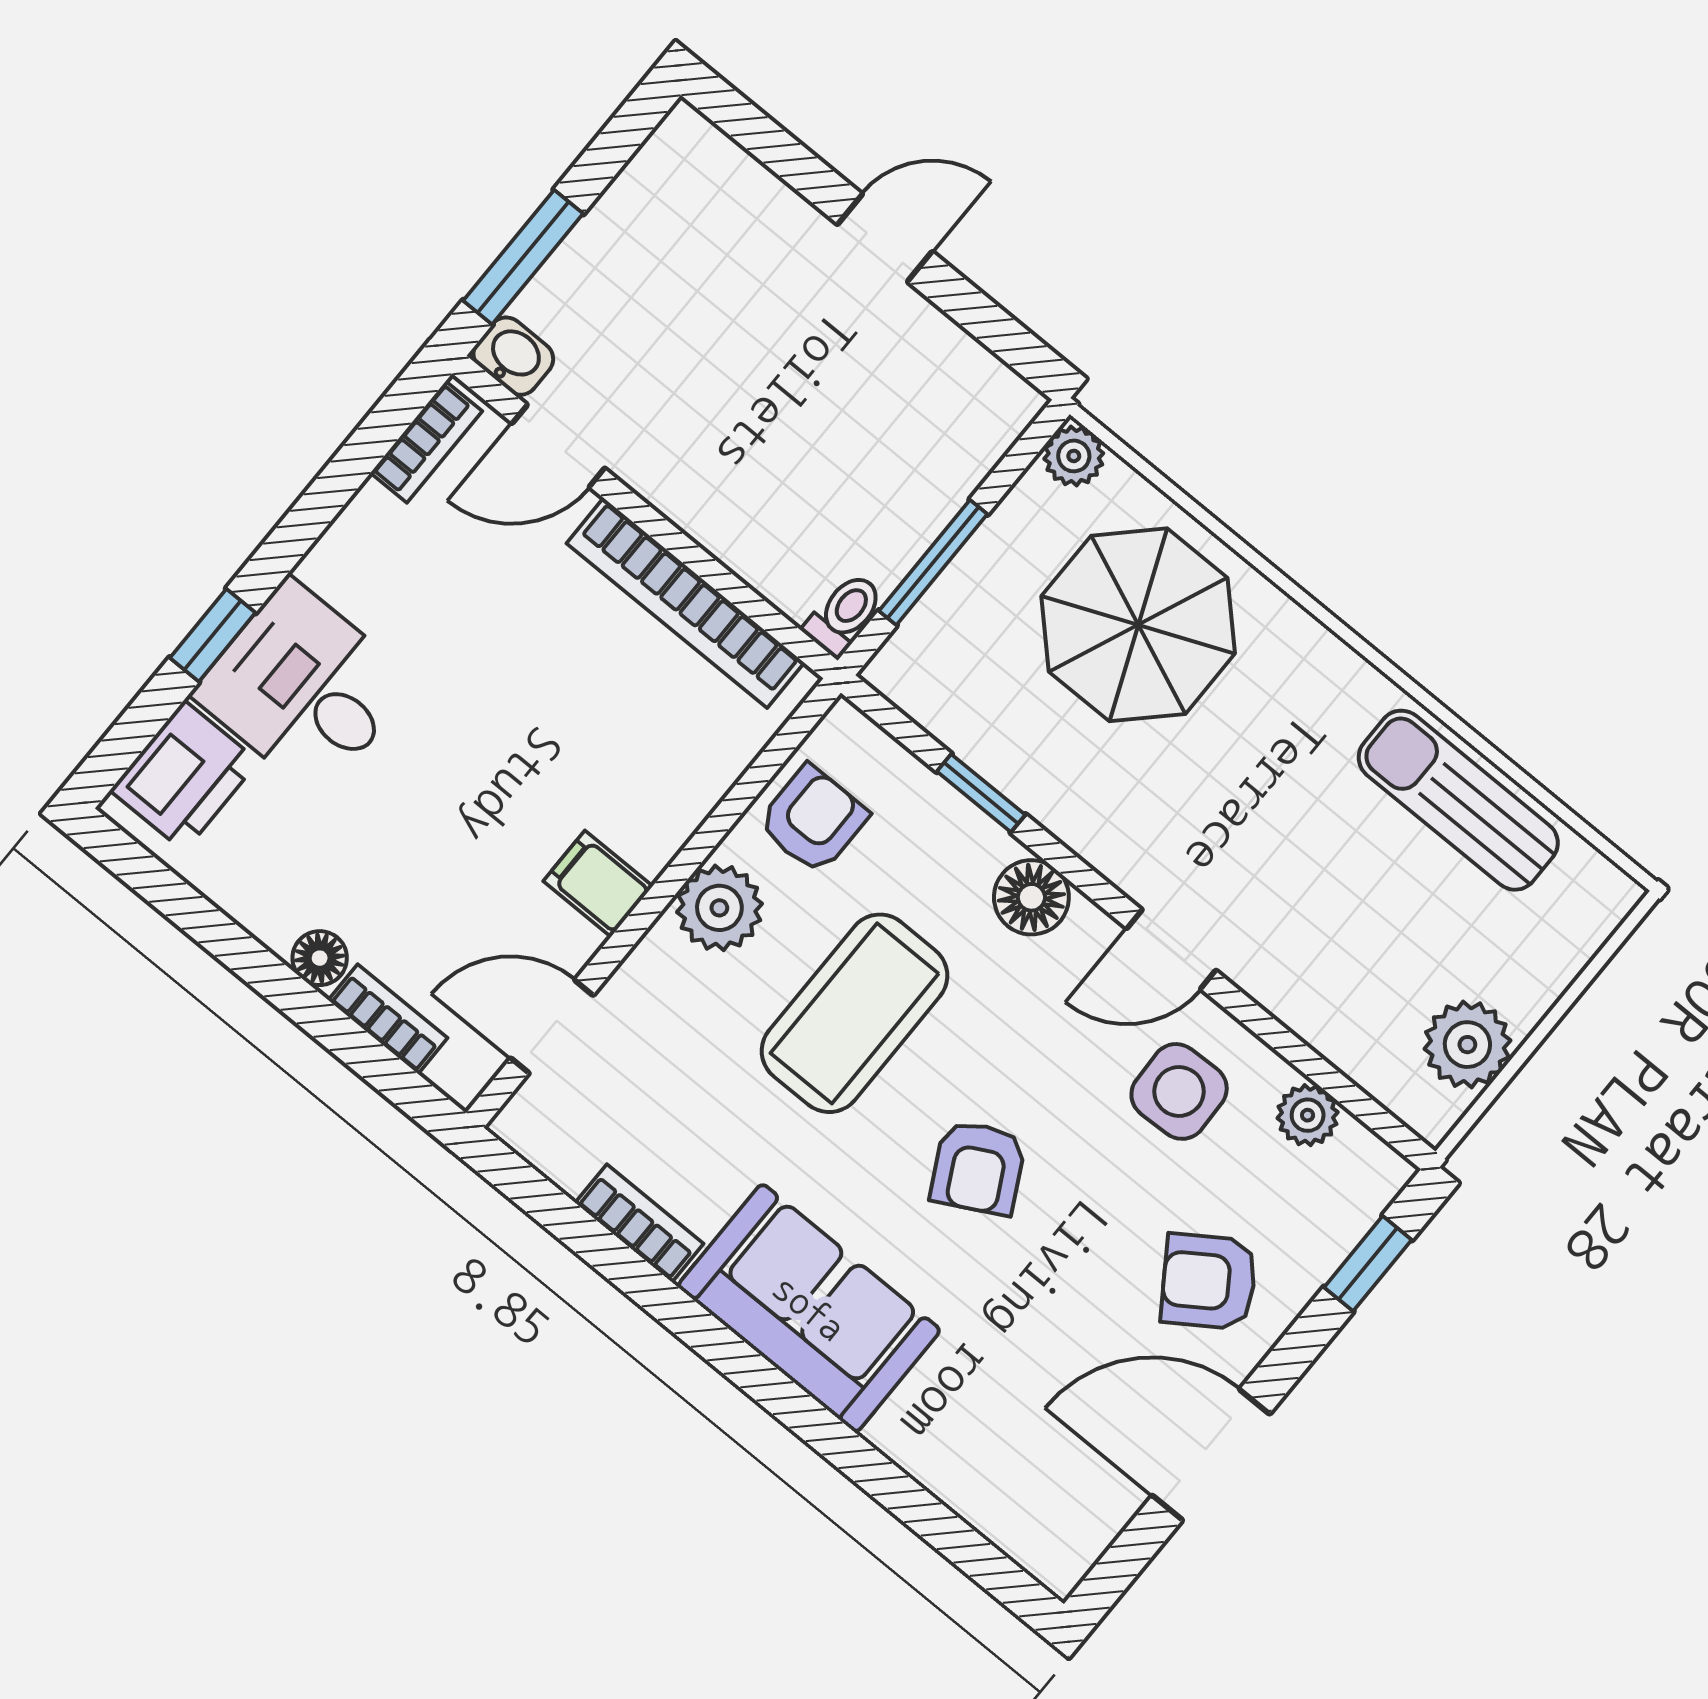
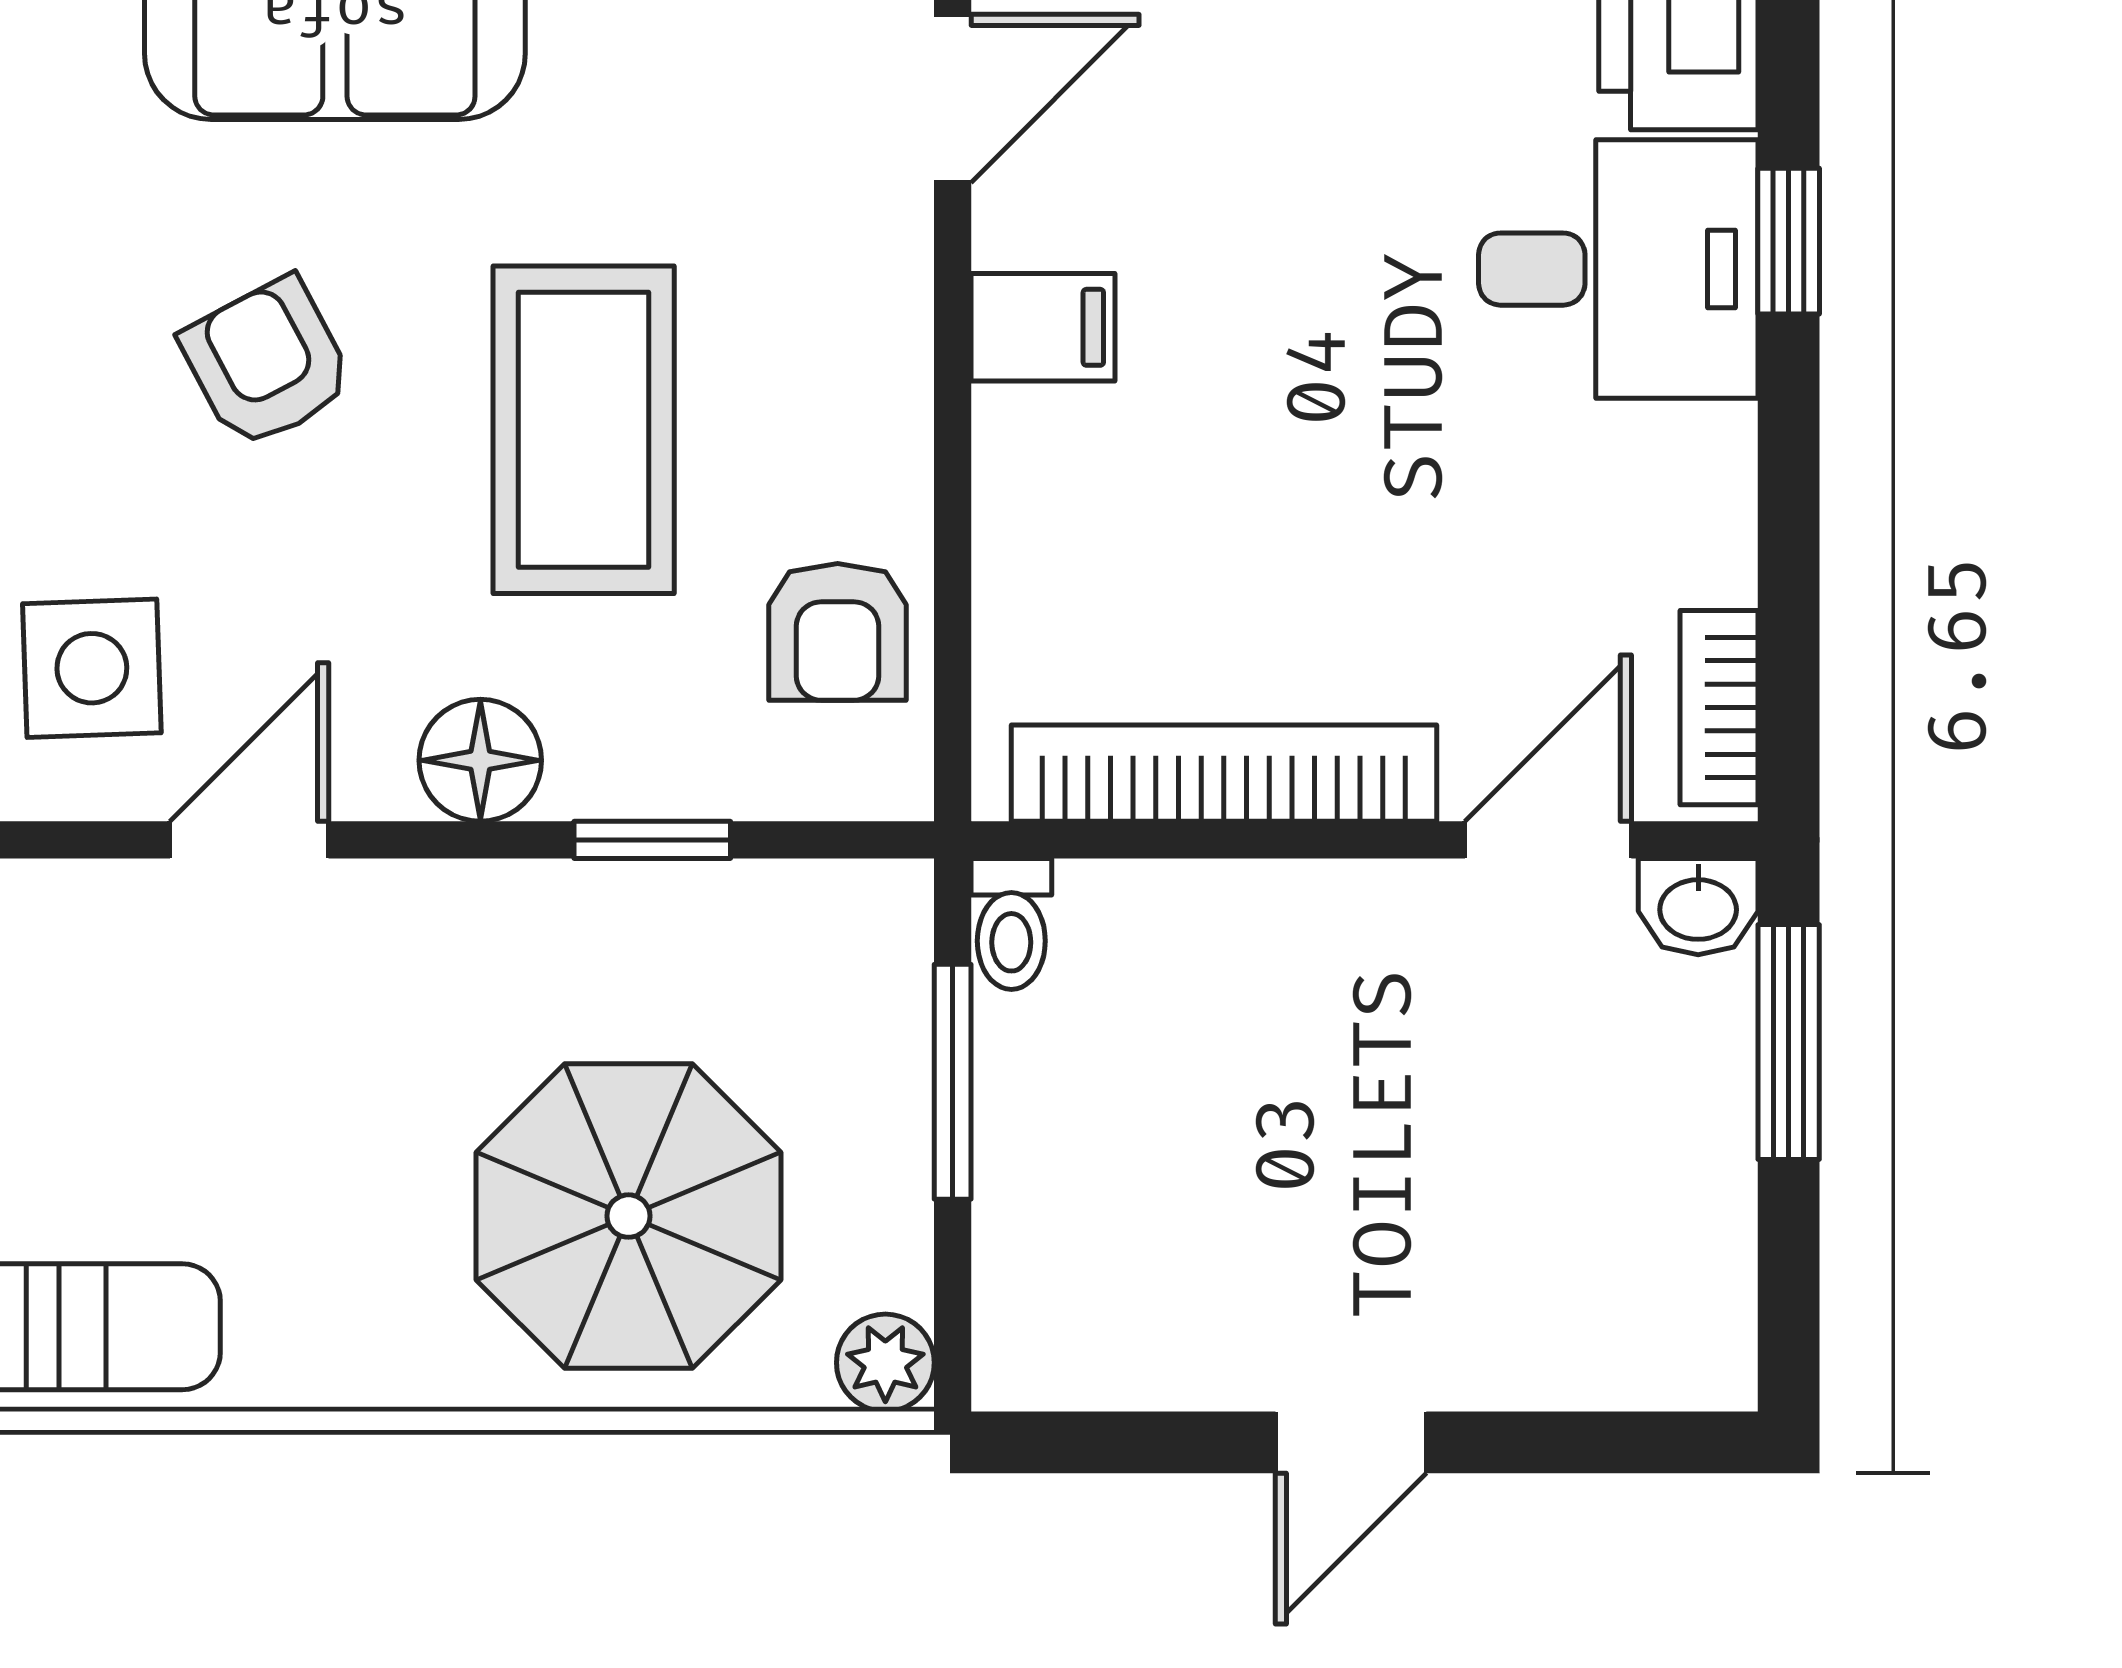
plant: (719, 908) -> (864, 423), removed

